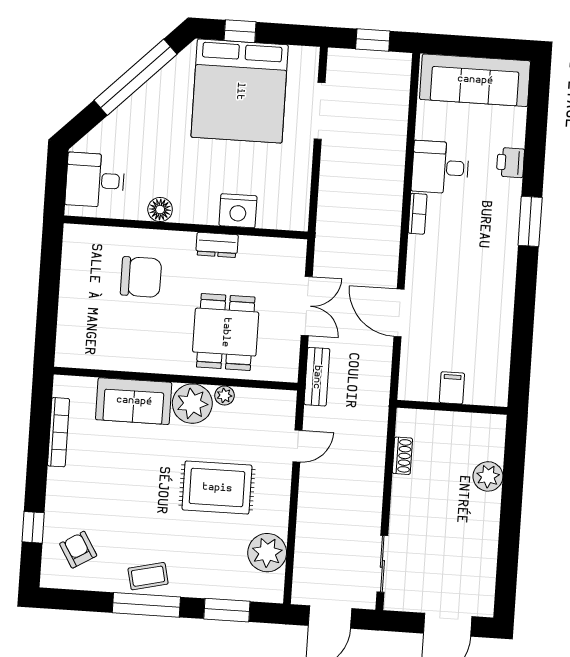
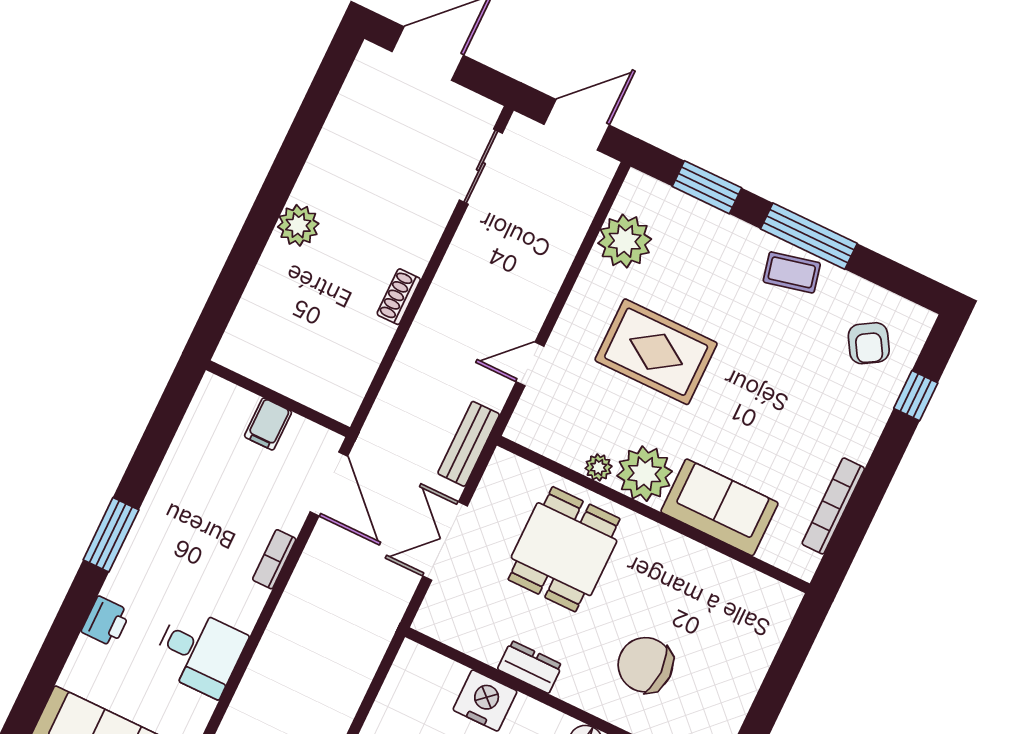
bookcase: (418, 214) -> (274, 559), moved
filing cabinet: (452, 388) -> (268, 424), moved
wall: (452, 407) -> (278, 399), moved

